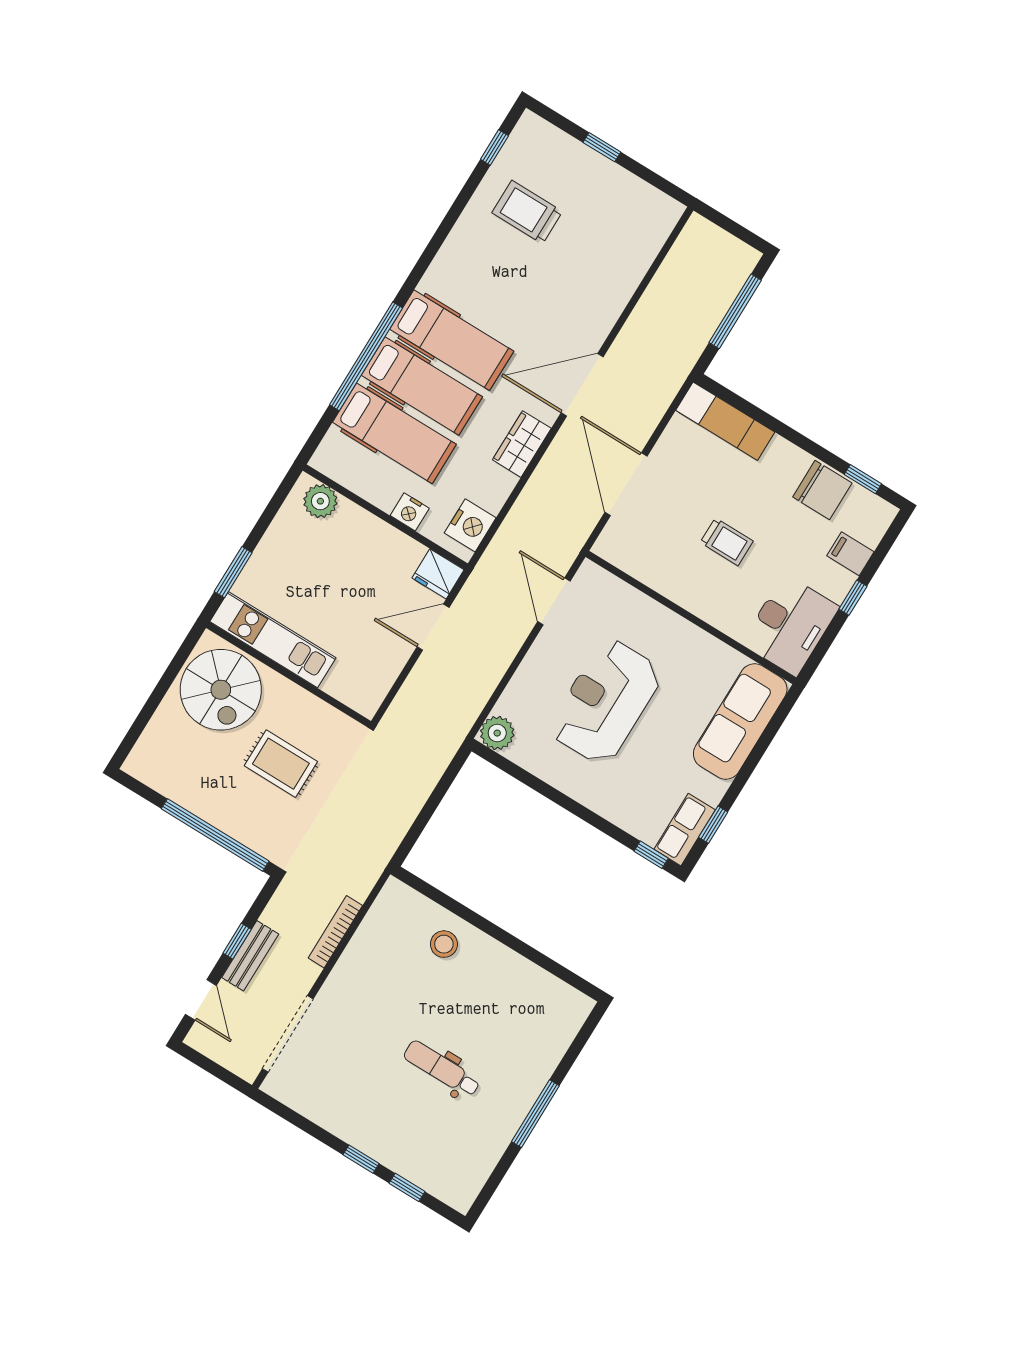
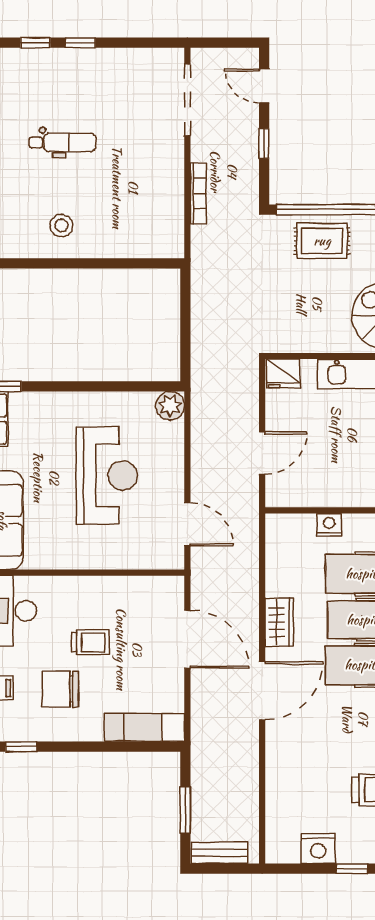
window: (735, 311) -> (185, 810), width x0.69
chair: (822, 490) -> (60, 689), moved
nightstand: (470, 525) -> (318, 848), moved, turned -90
trolley: (727, 542) -> (90, 642), turned 180
fridge: (438, 574) -> (283, 373), moved, turned 180
rug: (281, 764) -> (322, 241), moved
stool: (444, 944) -> (61, 226), moved
bench: (250, 956) -> (220, 853), moved, turned 90

